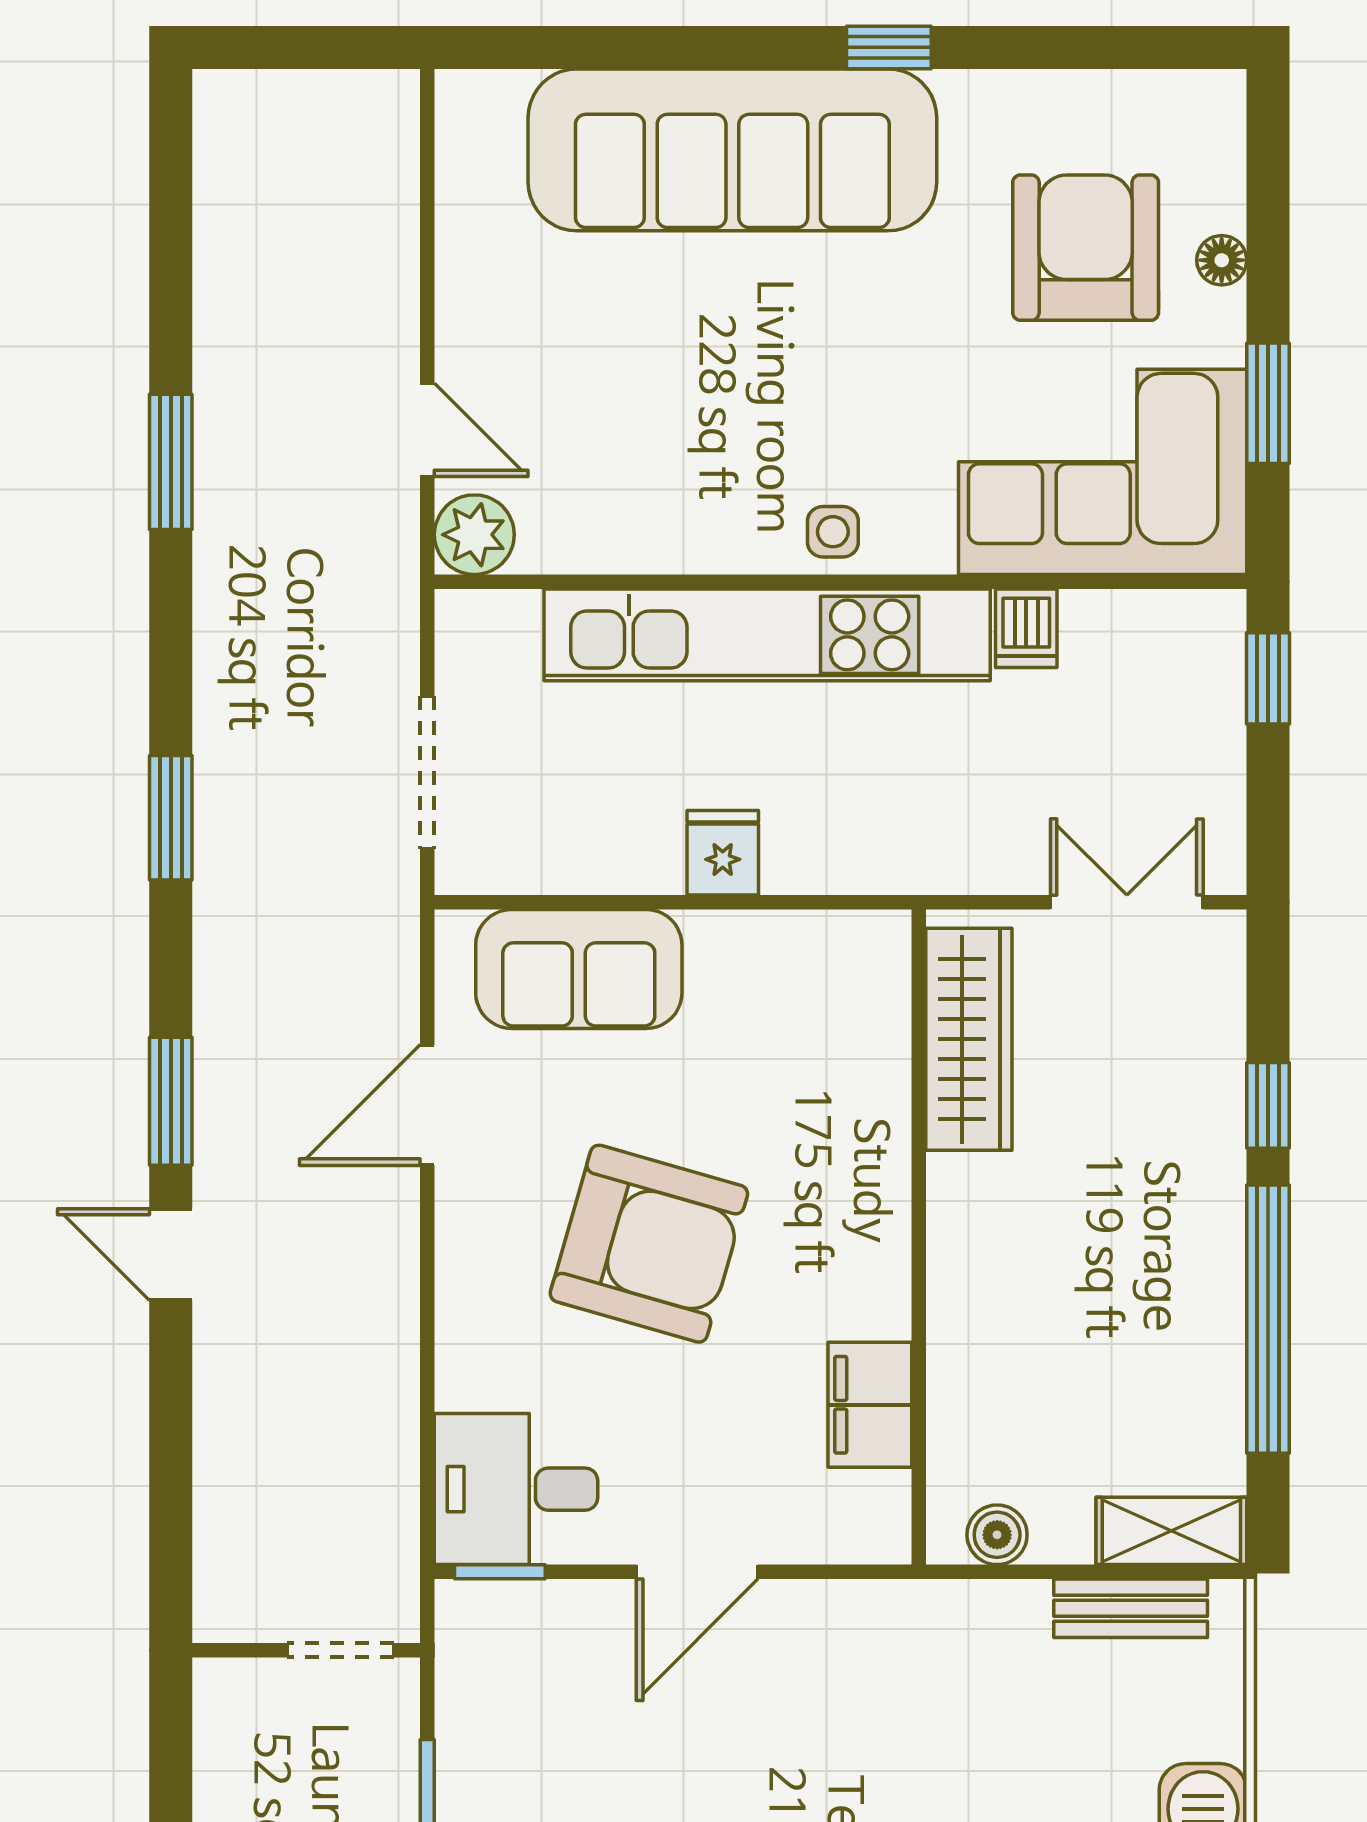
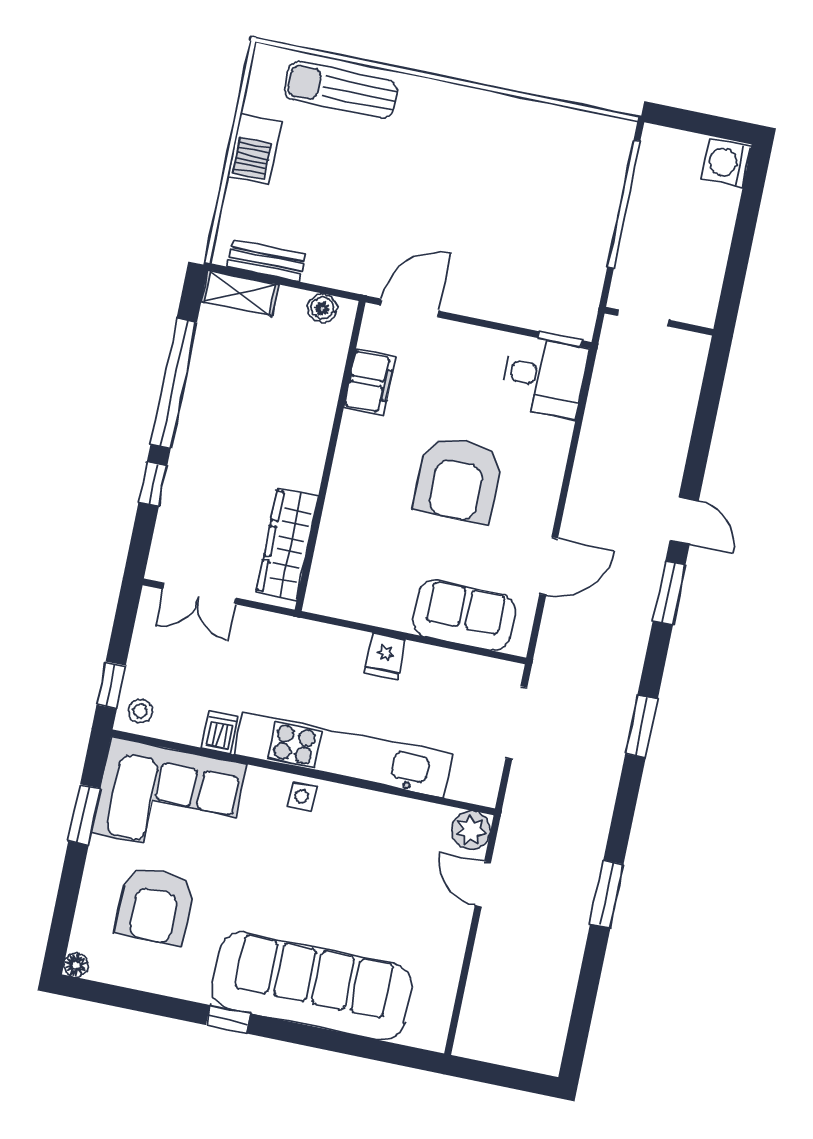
floor lamp: (1222, 260) -> (76, 965), moved
stool: (1198, 638) -> (140, 711), added
armchair: (649, 1244) -> (458, 479), turned -106
door: (697, 1572) -> (409, 308), moved

